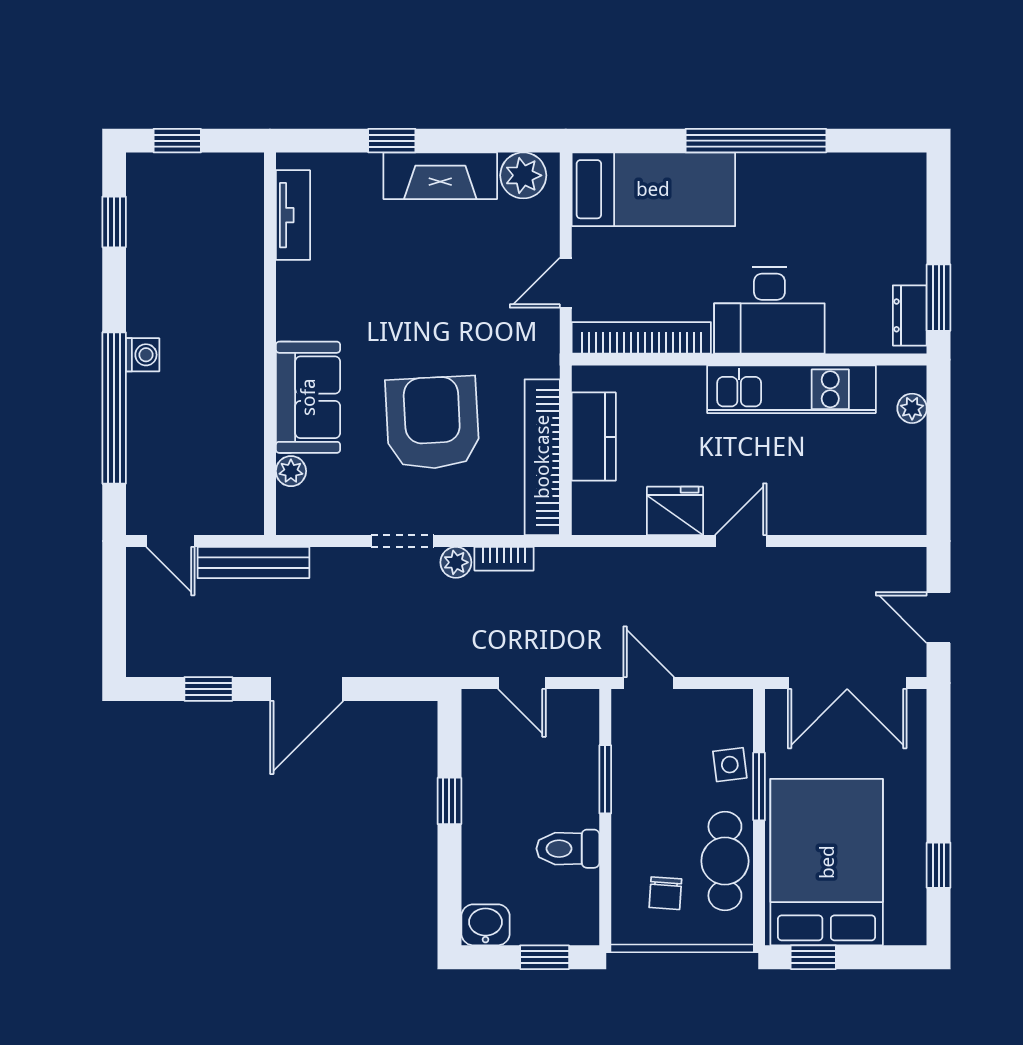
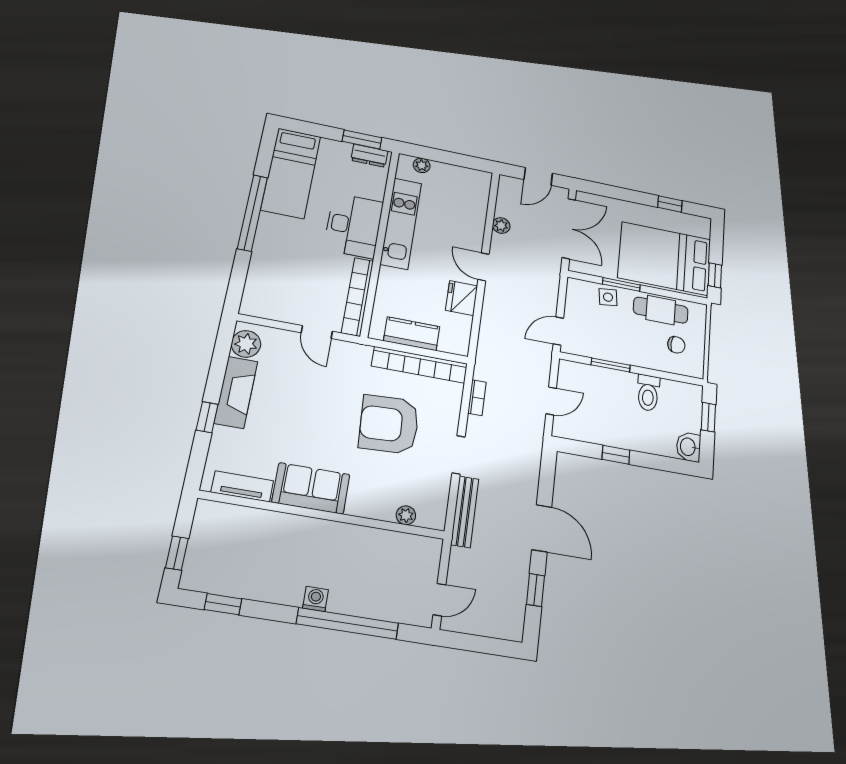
bed: (653, 189) -> (291, 173), moved, turned 180
sofa: (308, 397) -> (311, 488), moved
plant: (456, 562) -> (501, 226), moved
bench: (253, 563) -> (465, 512), moved

